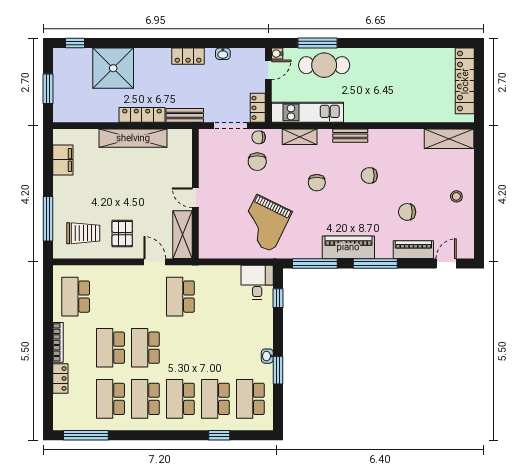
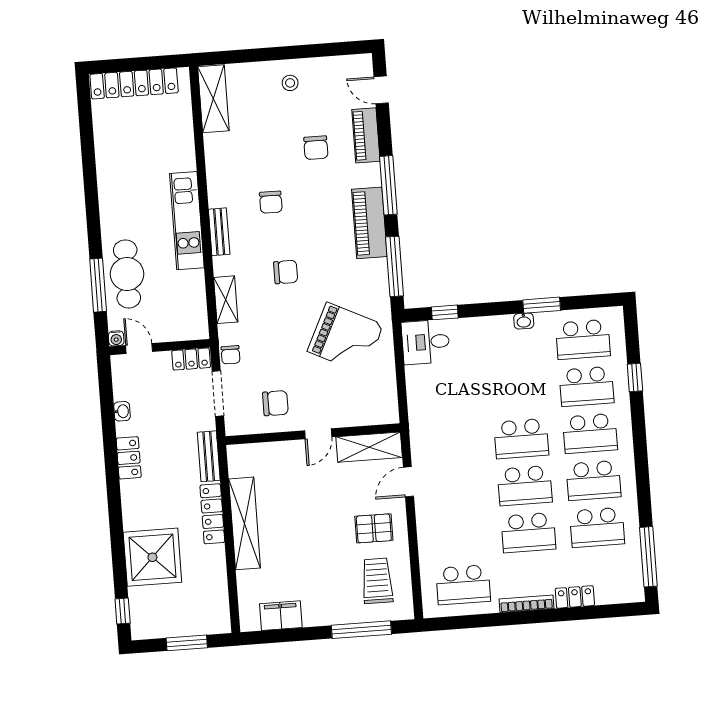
kitchen unit: (307, 112) -> (187, 221), moved
chair: (257, 162) -> (275, 403), moved
school desk: (180, 297) -> (521, 439), moved

